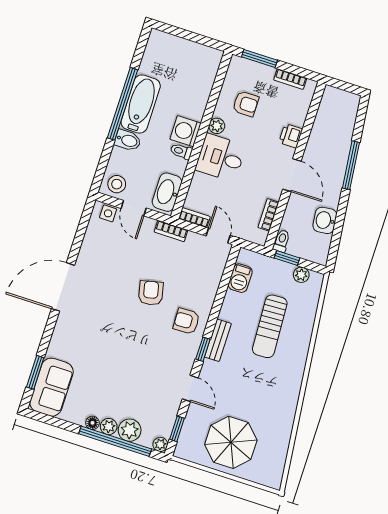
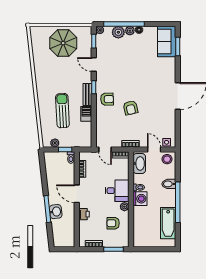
bathtub: (141, 104) -> (168, 223), moved
washbasin: (325, 220) -> (56, 212), moved
barbecue: (240, 278) -> (86, 114), moved

